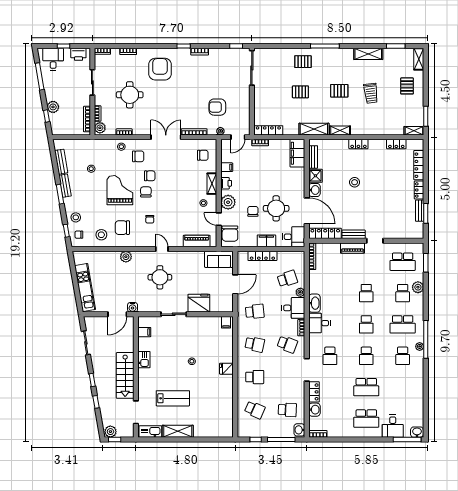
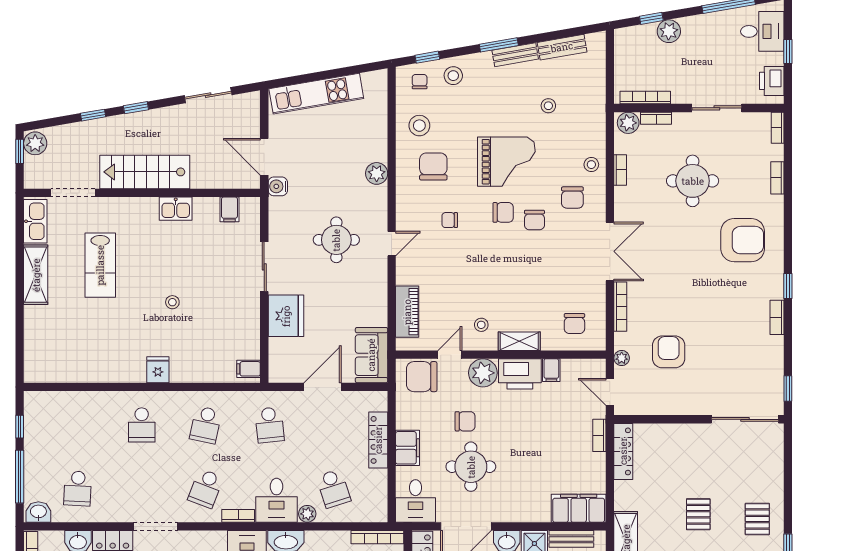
printer: (226, 183) -> (520, 374), width x1.87, depth x1.48
door: (235, 284) -> (323, 387), swing flipped
school desk: (255, 410) -> (78, 425), removed

